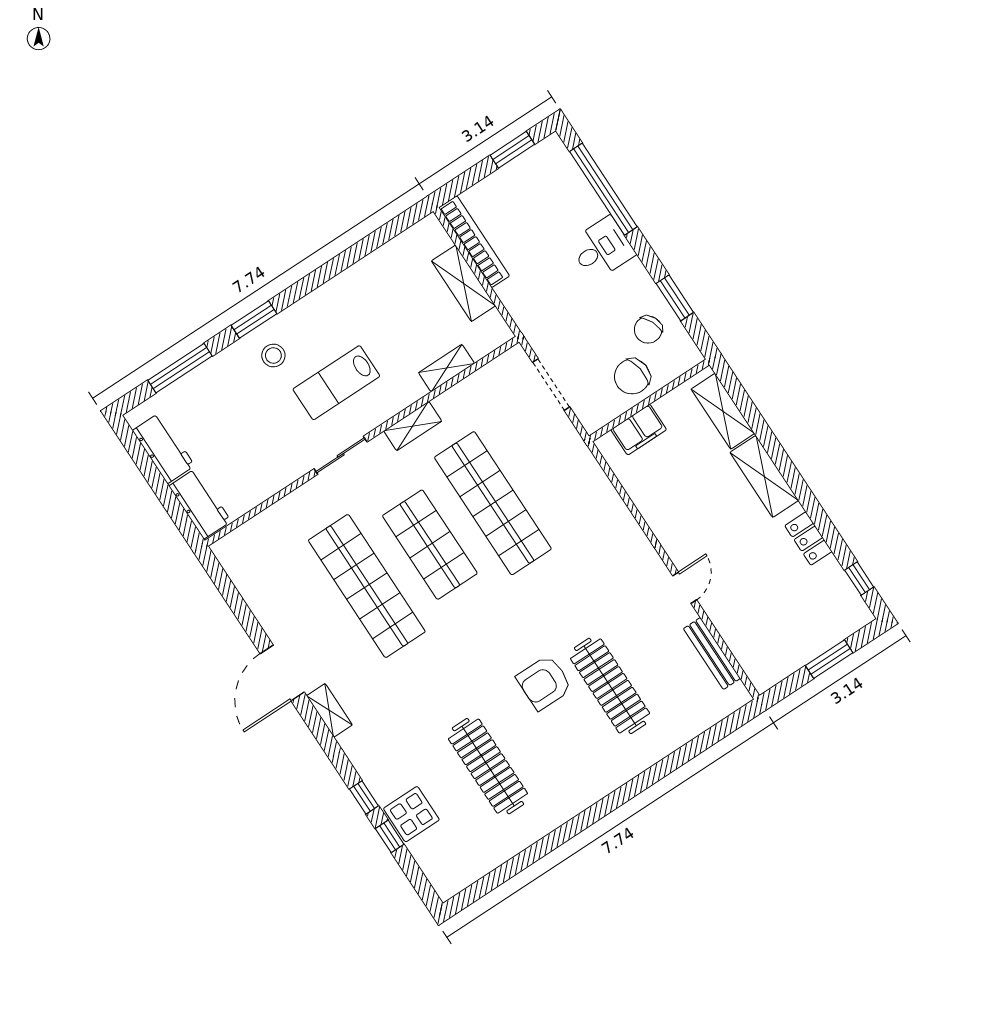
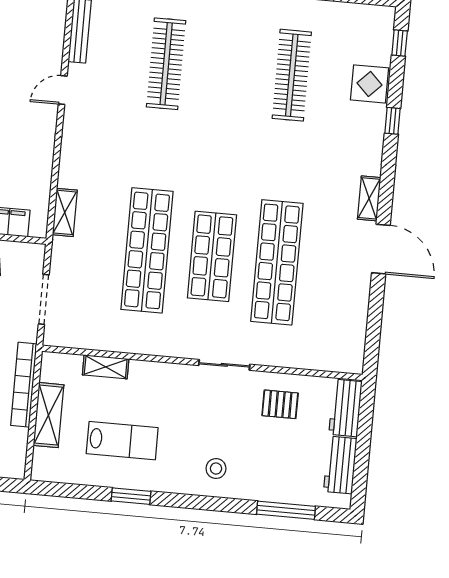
bookcase: (474, 242) -> (24, 385), moved
window: (254, 319) -> (131, 496), moved
lab bench: (336, 383) -> (122, 441), moved
shelving: (413, 426) -> (65, 212), moved, turned 90
pallet: (262, 460) -> (280, 404), added
door: (282, 673) -> (381, 249), hinge flipped
armchair: (544, 683) -> (209, 101), removed
window: (390, 836) -> (400, 43), moved

